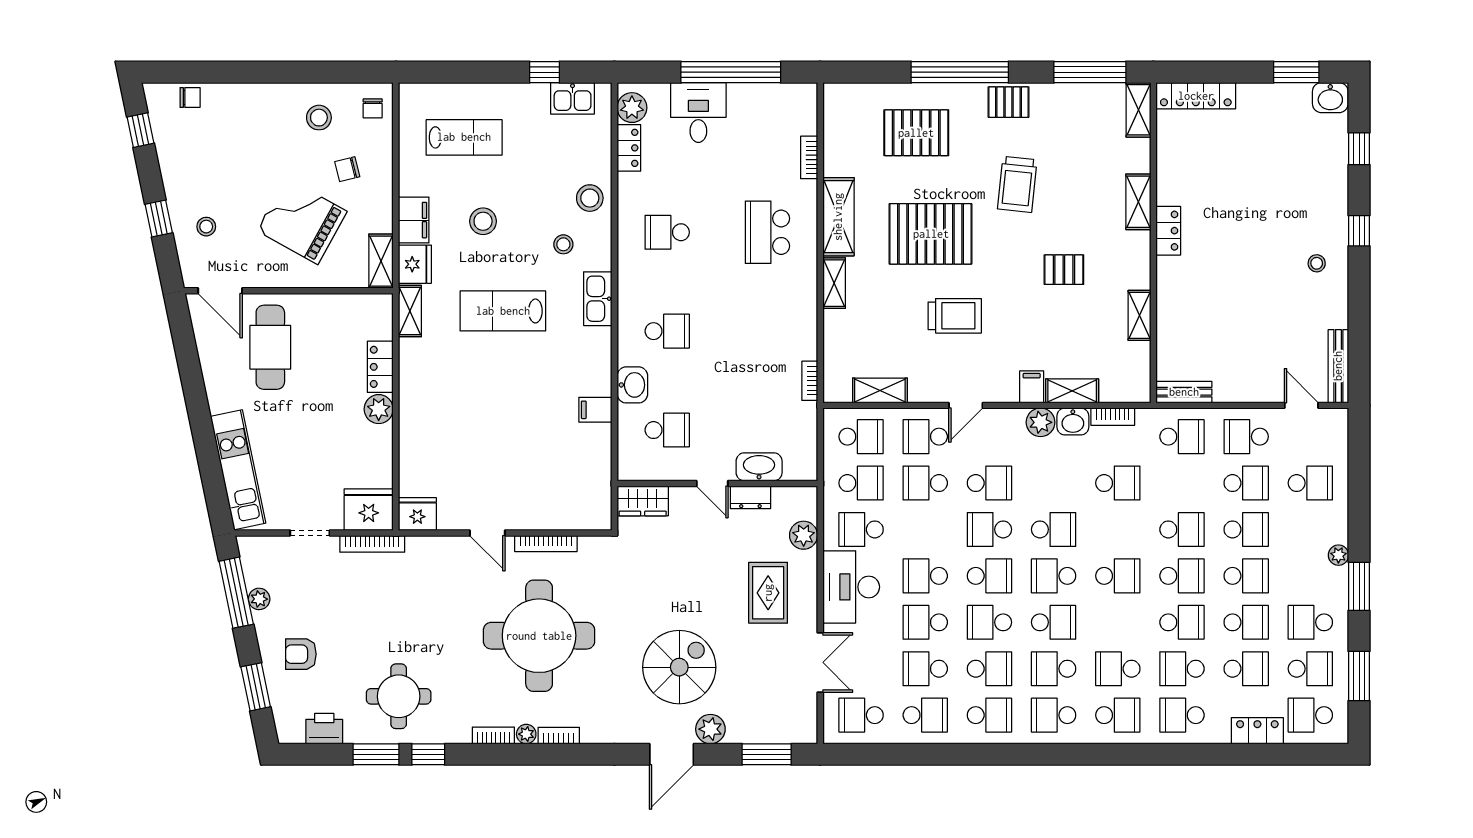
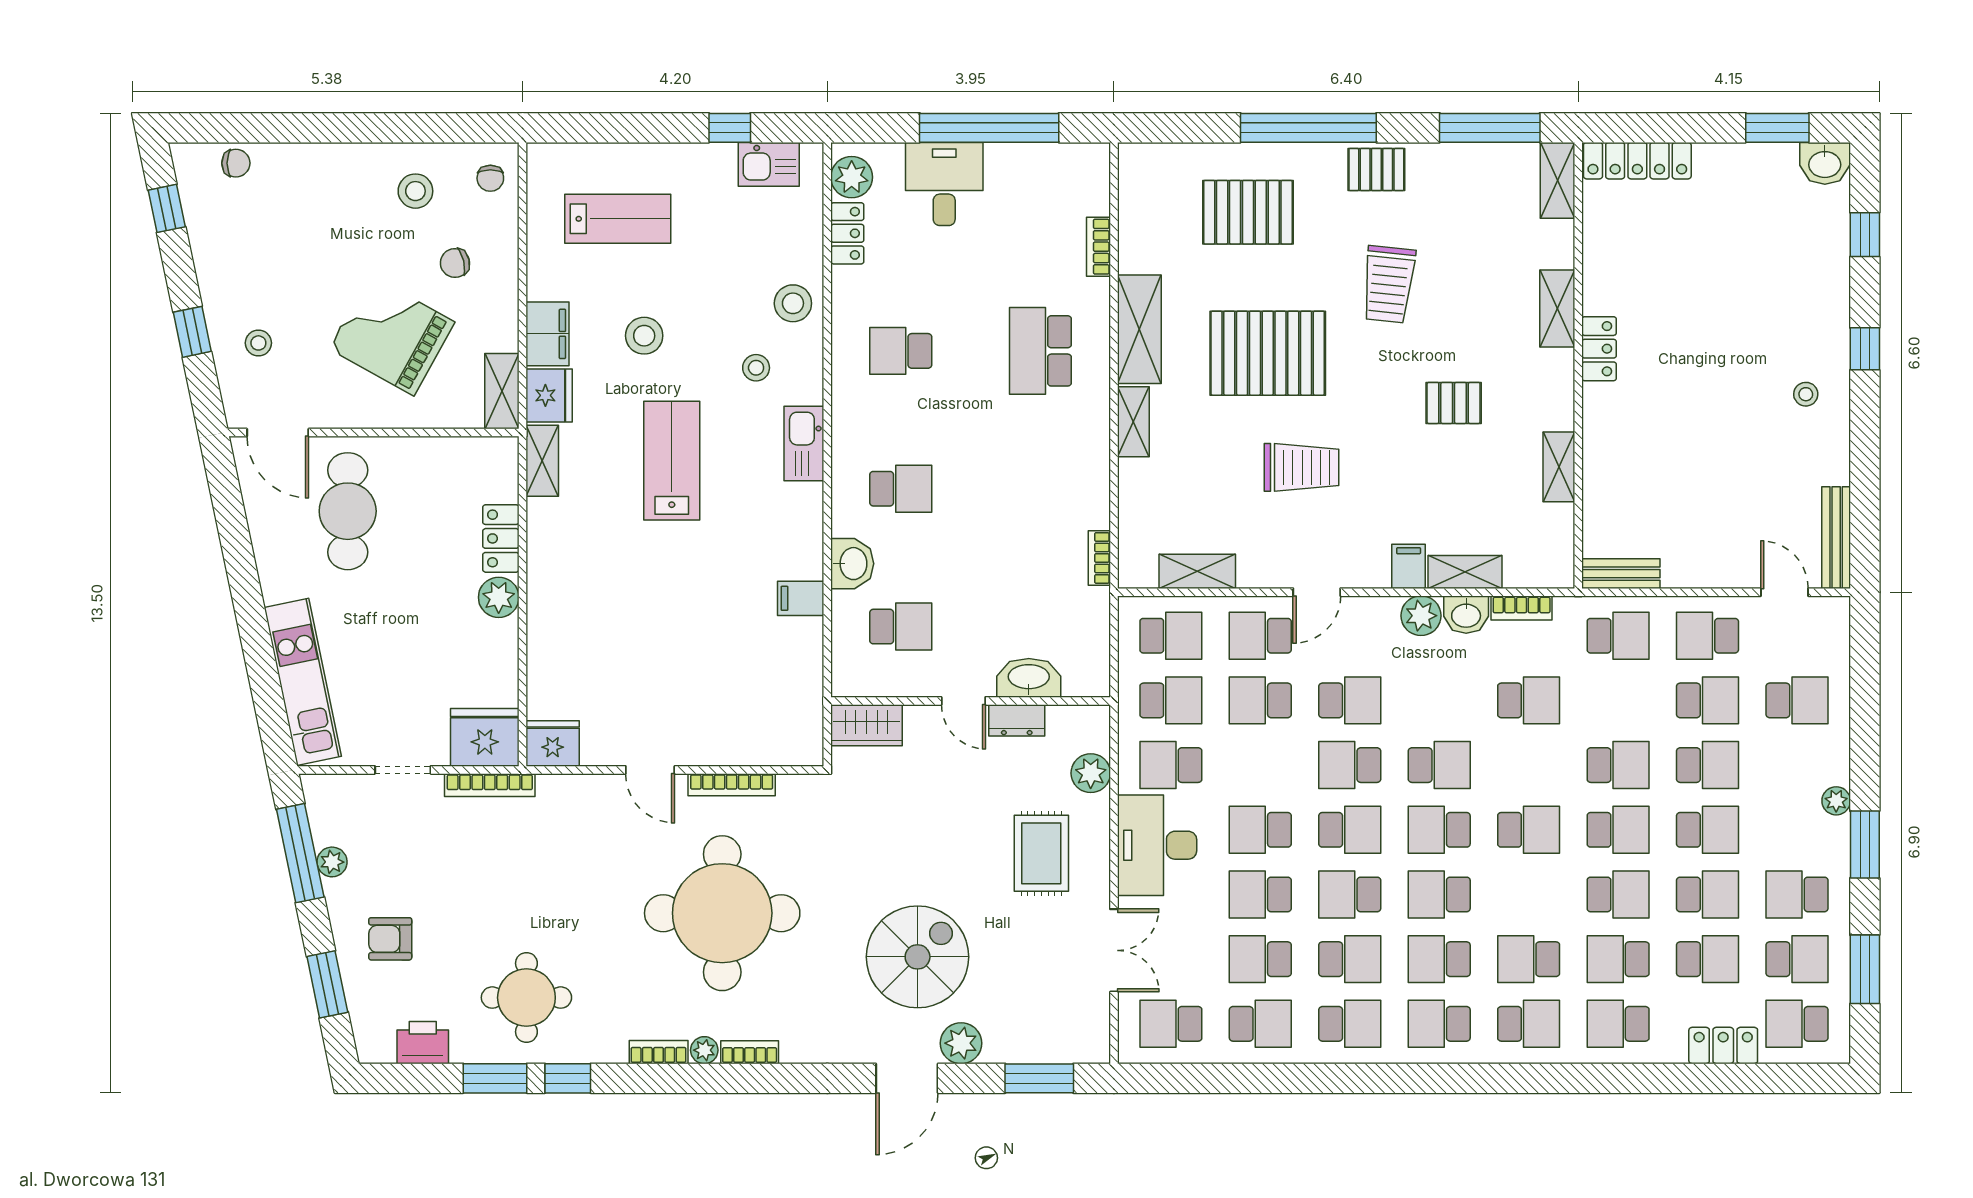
lab bench: (503, 311) -> (672, 461), turned 90
school desk: (1054, 622) -> (1439, 894), turned 180

